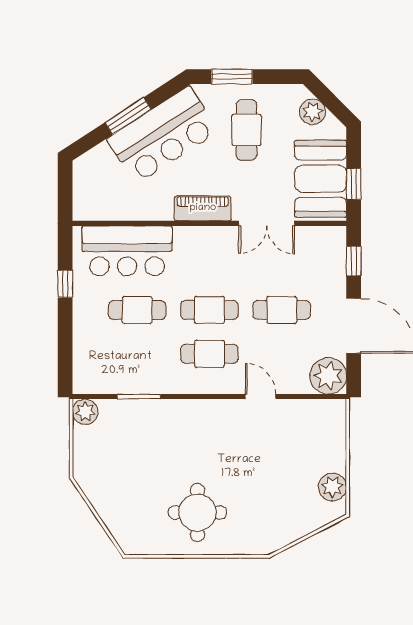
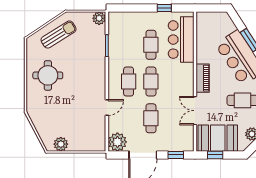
sun lounger: (117, 491) -> (59, 35), added

